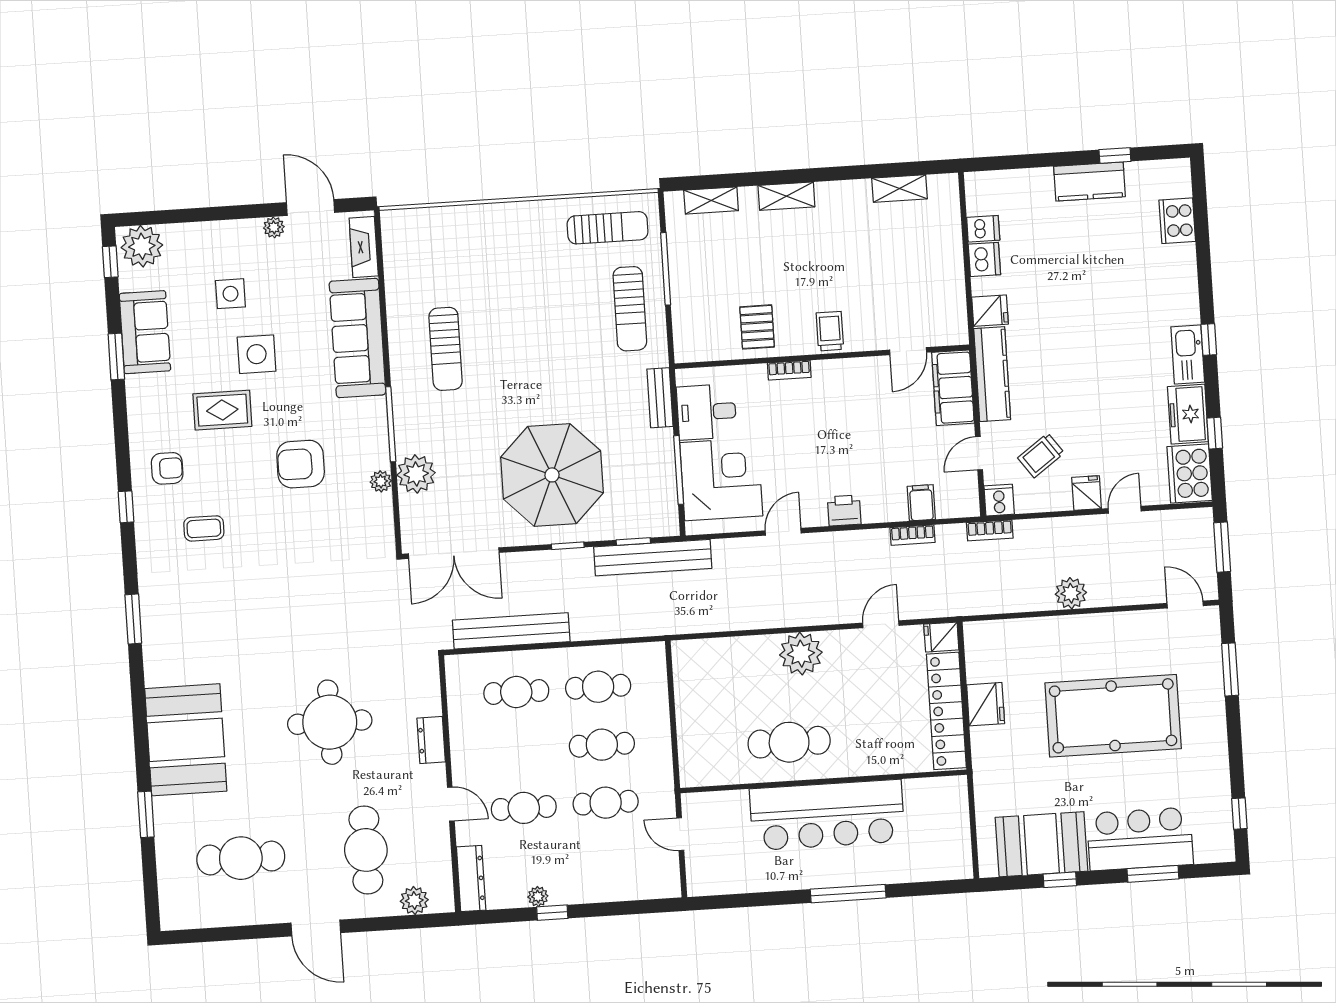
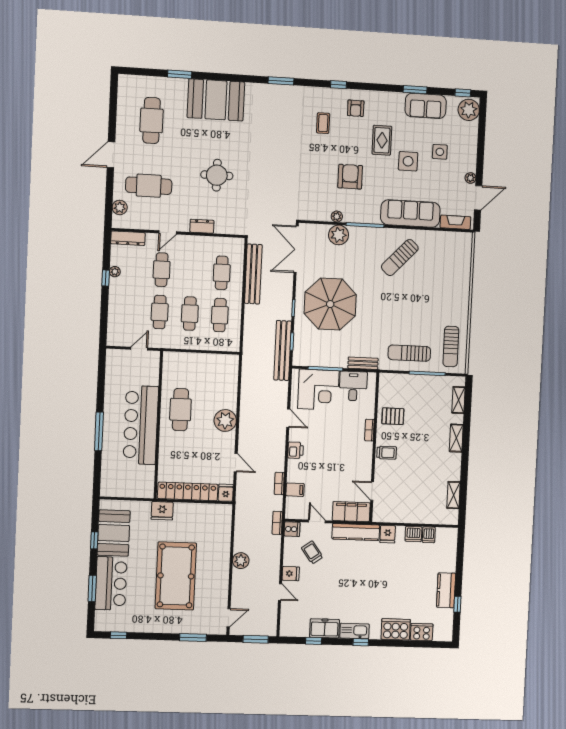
sun lounger: (446, 349) -> (400, 258), turned -47
cooker: (1190, 473) -> (396, 629), moved
fridge: (986, 704) -> (162, 511), moved
round table: (330, 722) -> (217, 175), width x0.73, depth x0.73

